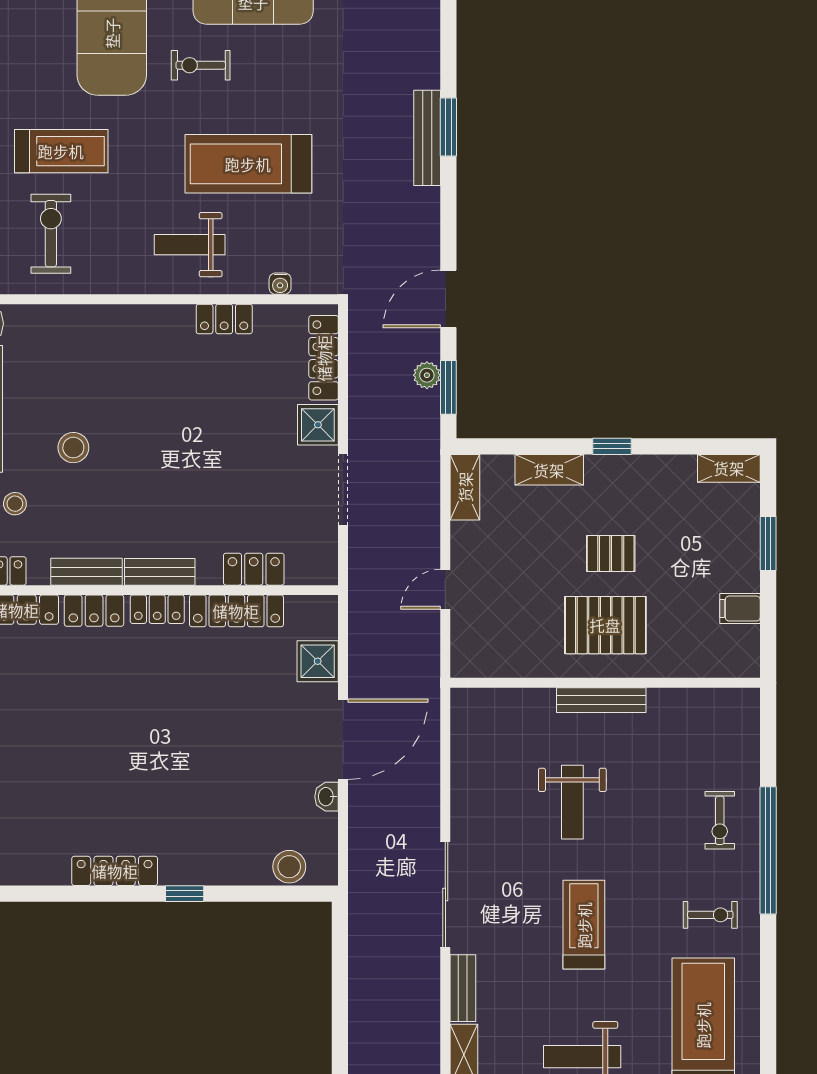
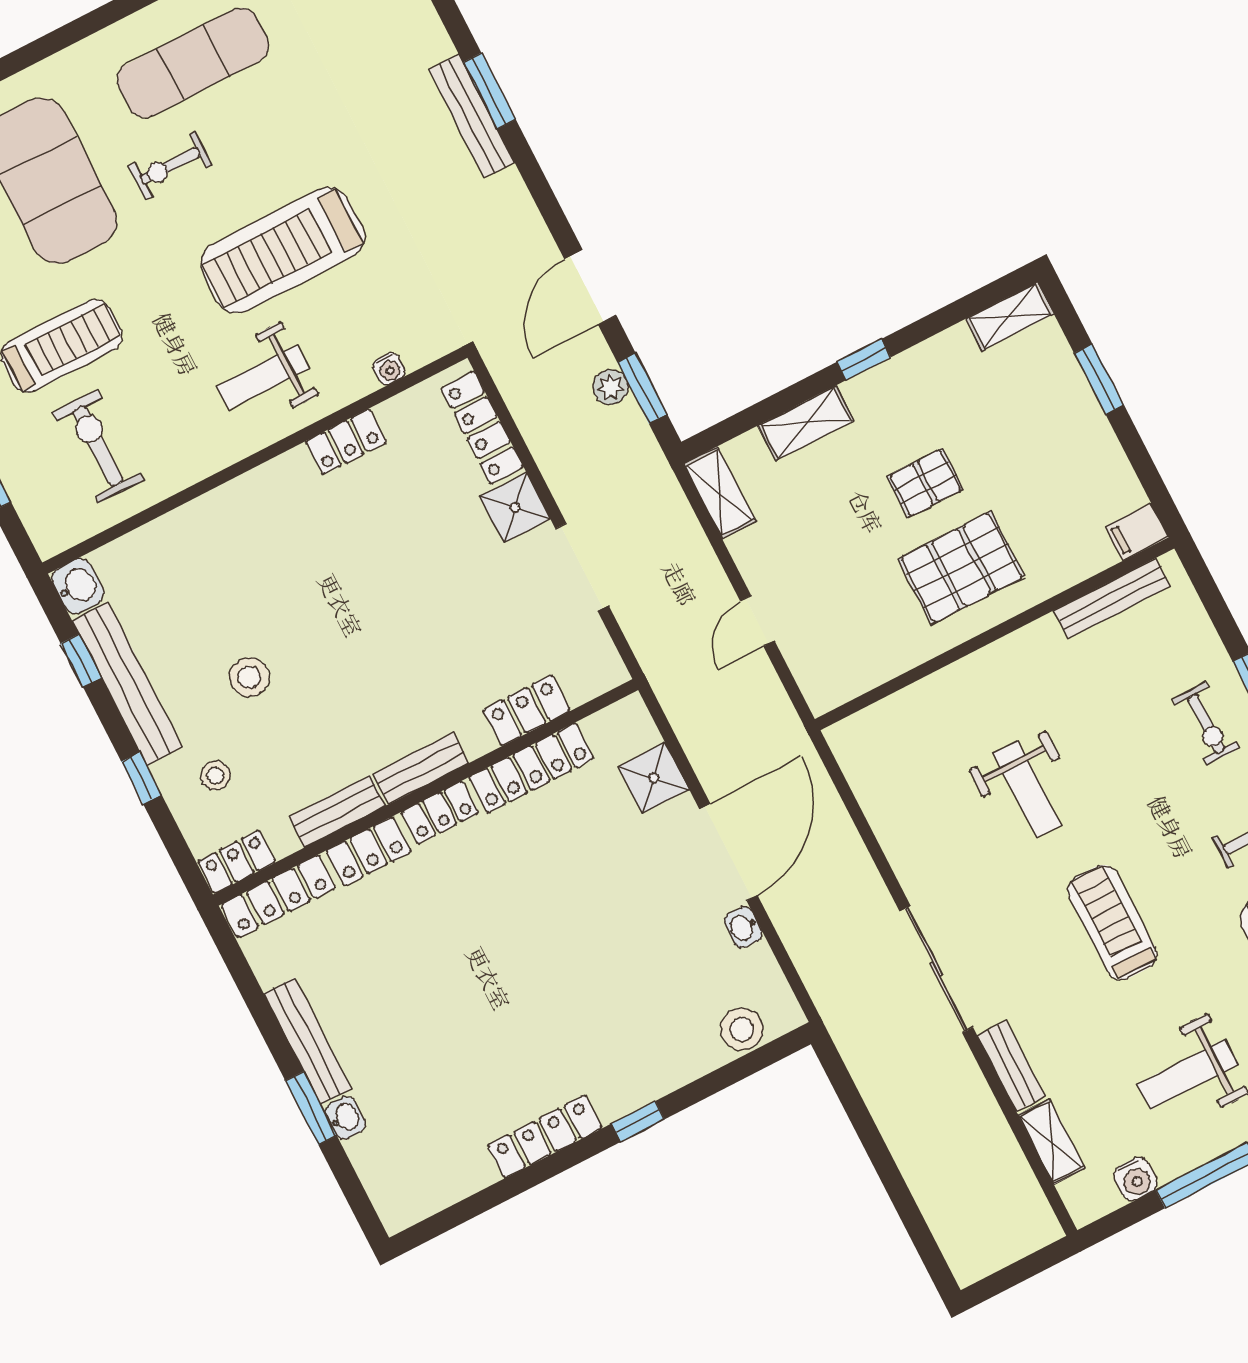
filing cabinet: (740, 609) -> (1137, 532), moved
bench: (601, 700) -> (1112, 598), moved

